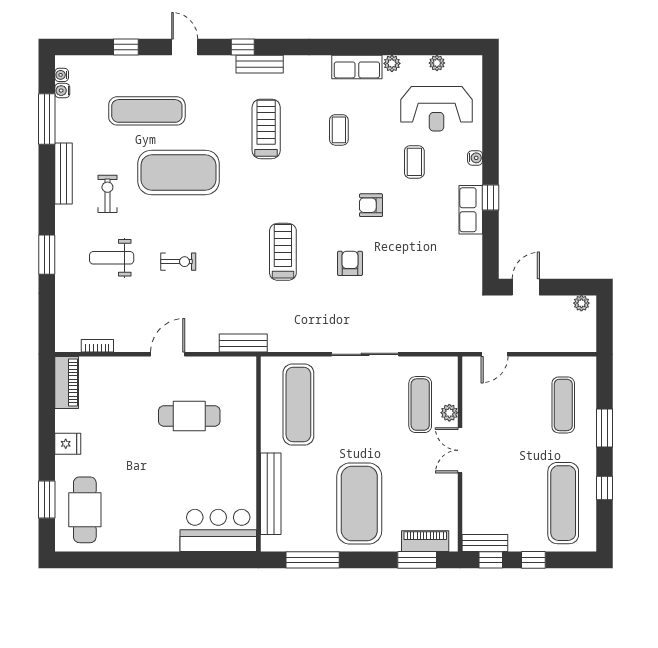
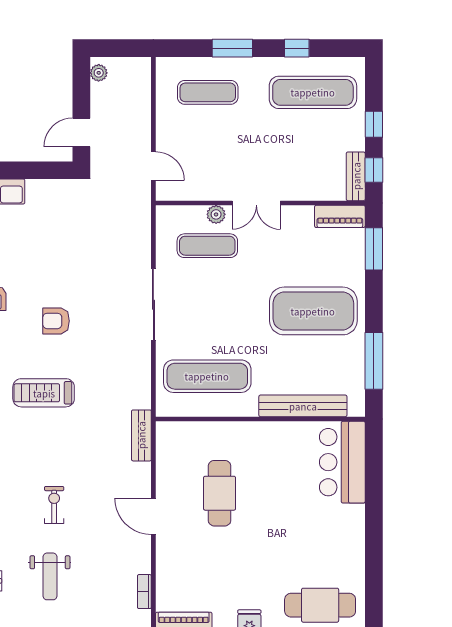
door: (526, 287) -> (81, 133), hinge flipped
piano: (425, 541) -> (340, 216), moved, turned -90

